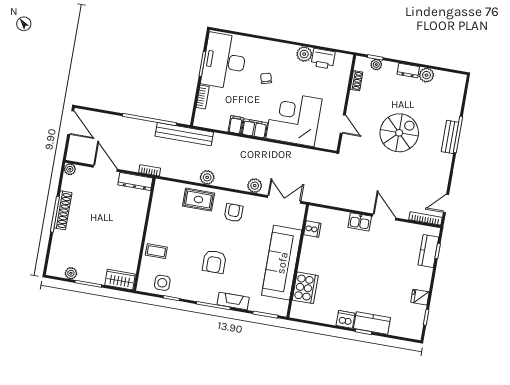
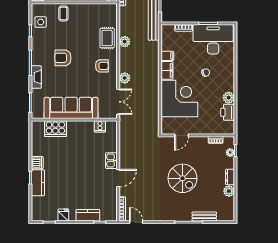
bench: (450, 137) -> (204, 216), moved
kitchen counter: (428, 251) -> (88, 215), moved

